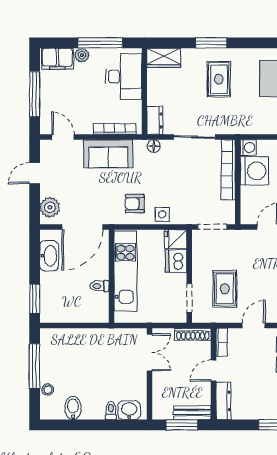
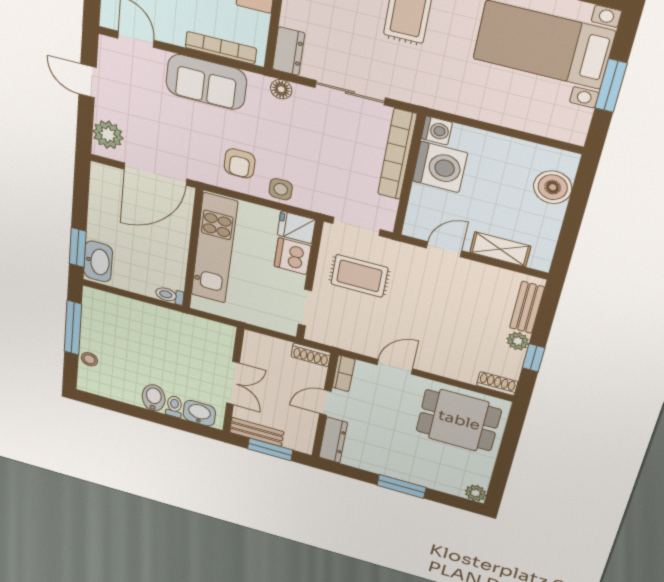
door: (35, 173) -> (88, 81), hinge flipped
armchair: (135, 204) -> (240, 163), turned -90
washbasin: (49, 256) -> (98, 262), moved
toilet: (100, 286) -> (170, 295), moved
rug: (225, 289) -> (359, 276), moved, turned 90
shoe rack: (193, 334) -> (311, 355), width x0.70
double door: (150, 352) -> (233, 383), moved
bidet: (73, 408) -> (154, 398), moved
bench: (192, 413) -> (257, 432), moved

